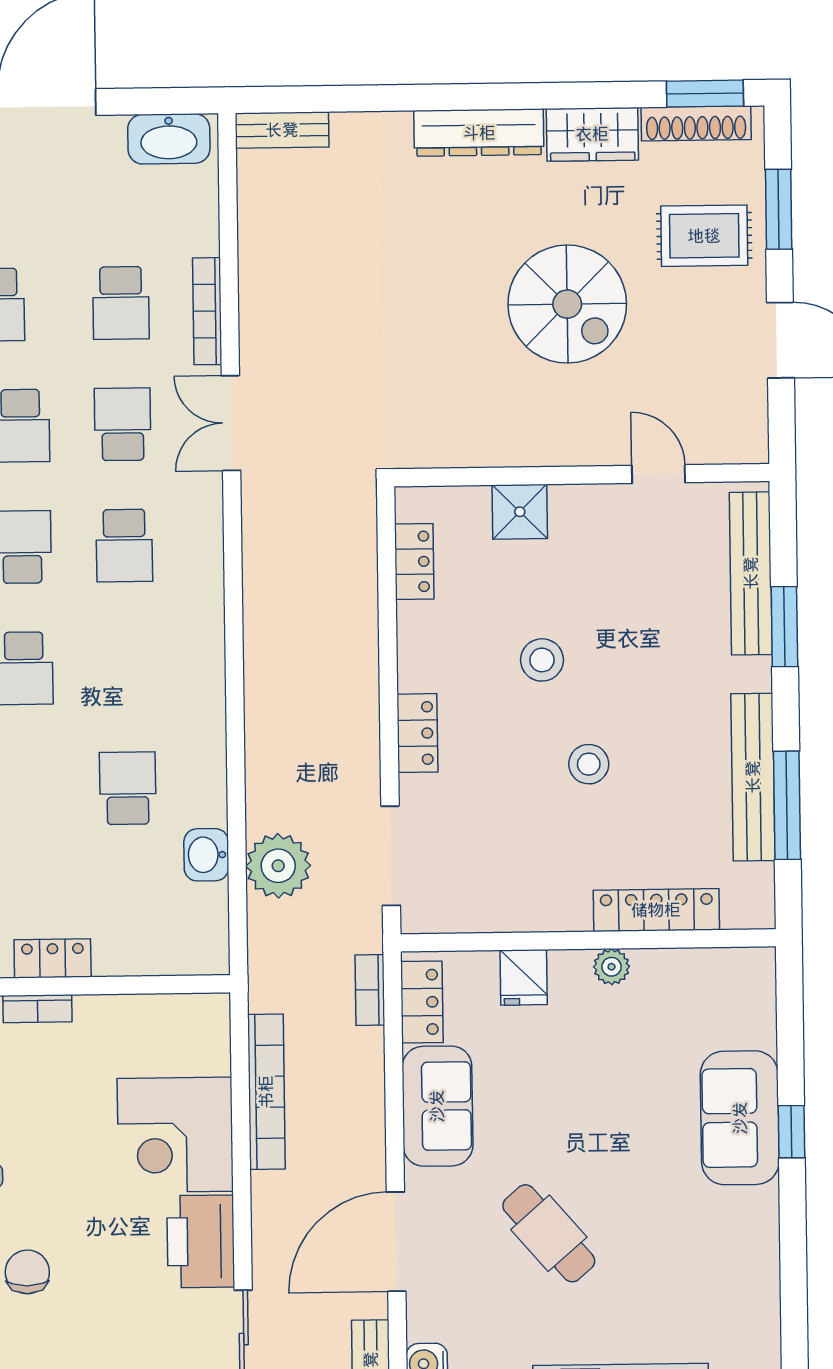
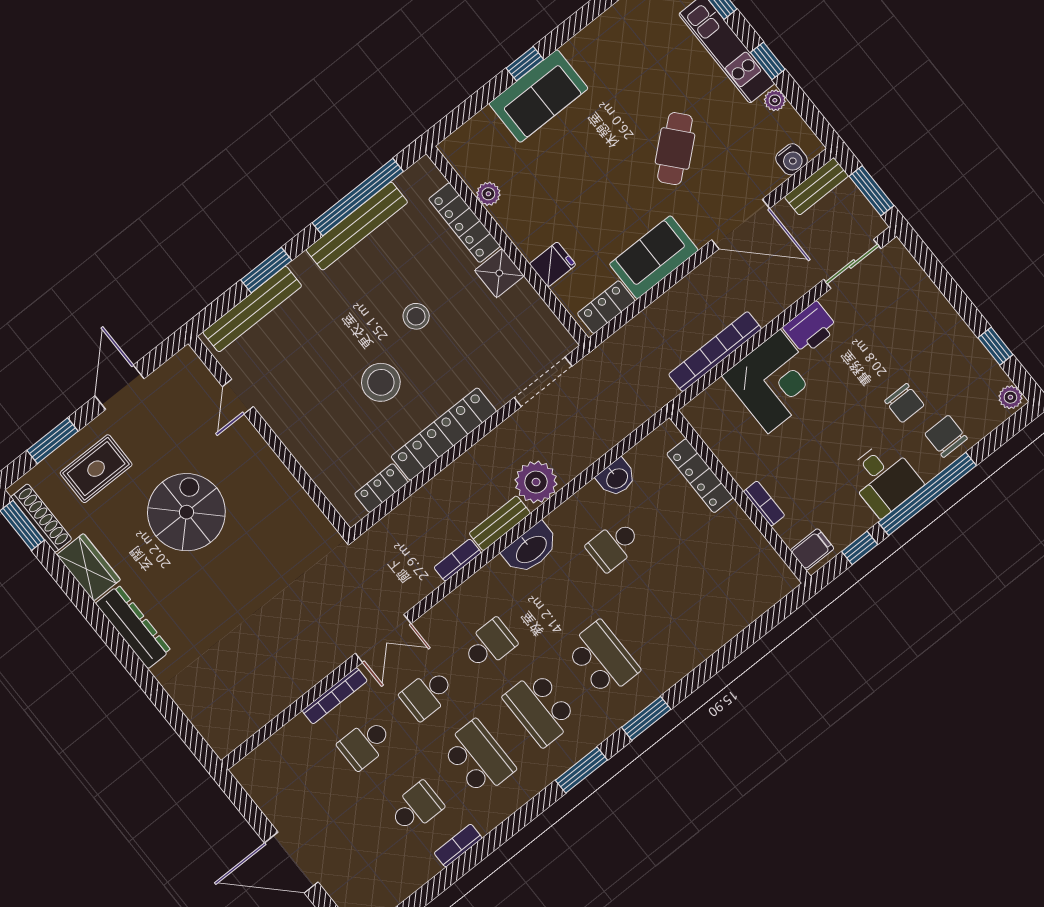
bench: (282, 130) -> (500, 523), moved, turned 90
washbasin: (169, 139) -> (531, 549), moved, turned 90
rug: (704, 236) -> (96, 469), turned 90
school desk: (121, 303) -> (365, 744), turned 180
shower: (520, 512) -> (499, 273), moved
stool: (542, 660) -> (381, 382), width x1.38, depth x1.38
locker: (417, 733) -> (444, 434), width x2.16, depth x1.21
window: (787, 805) -> (358, 197), width x1.46
plant: (278, 866) -> (536, 482), moved
locker: (53, 958) -> (700, 476), moved, width x1.53
plant: (612, 967) -> (488, 194), moved
bookcase: (370, 990) -> (458, 560), moved, turned 180
printer: (201, 1241) -> (810, 328), width x0.73, depth x0.84
chair: (27, 1272) -> (904, 403), turned -90

